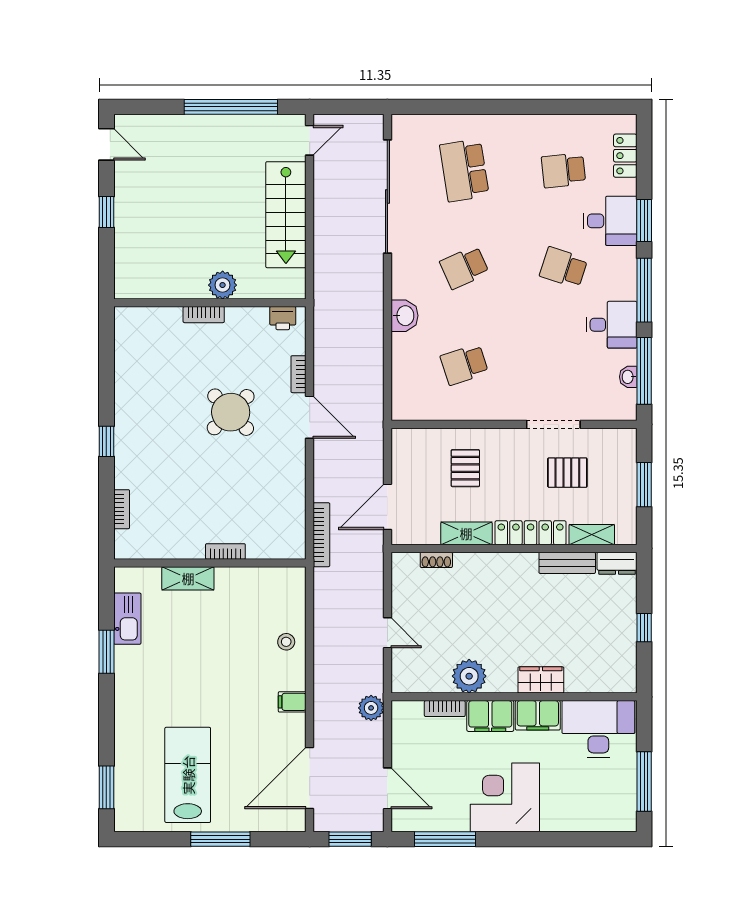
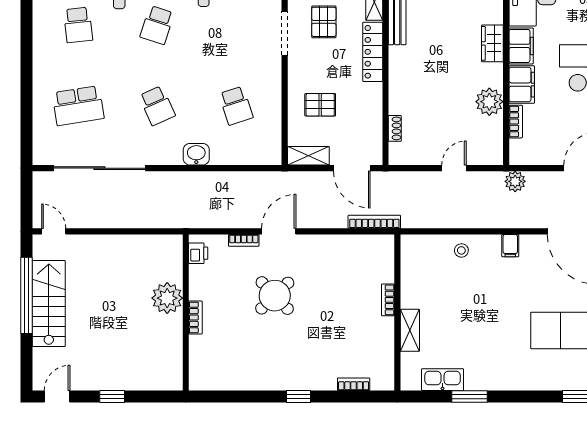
stairs: (286, 215) -> (49, 304), moved, turned -90
plant: (223, 285) -> (167, 298), width x1.36, depth x1.36
shelving: (466, 533) -> (308, 156), moved, turned 90

